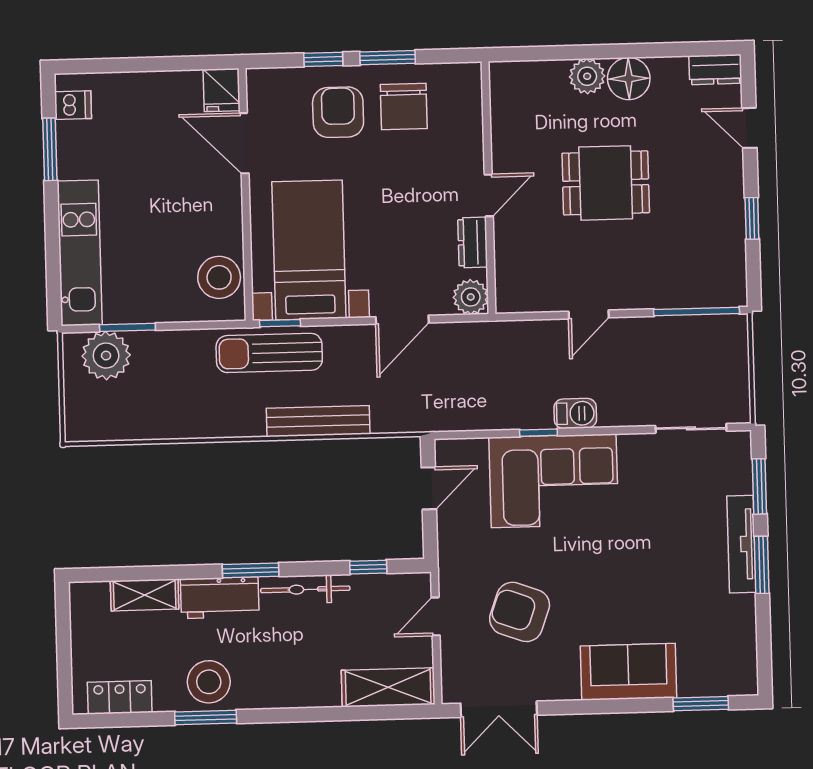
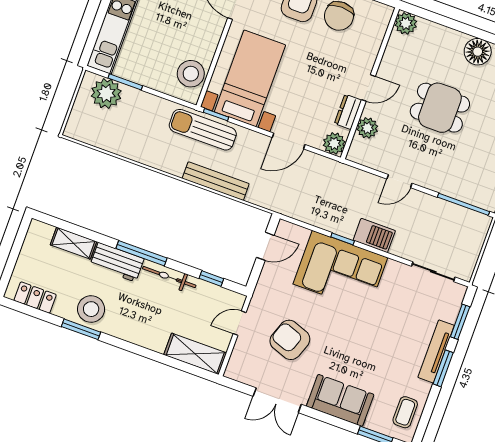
plant: (587, 76) -> (406, 23), moved
plant: (511, 255) -> (367, 128), added
barbecue: (575, 413) -> (374, 236), width x1.38, depth x1.27
window: (251, 570) -> (141, 253), width x1.44
coffee table: (731, 652) -> (405, 412), added
double door: (499, 709) -> (277, 400), moved

